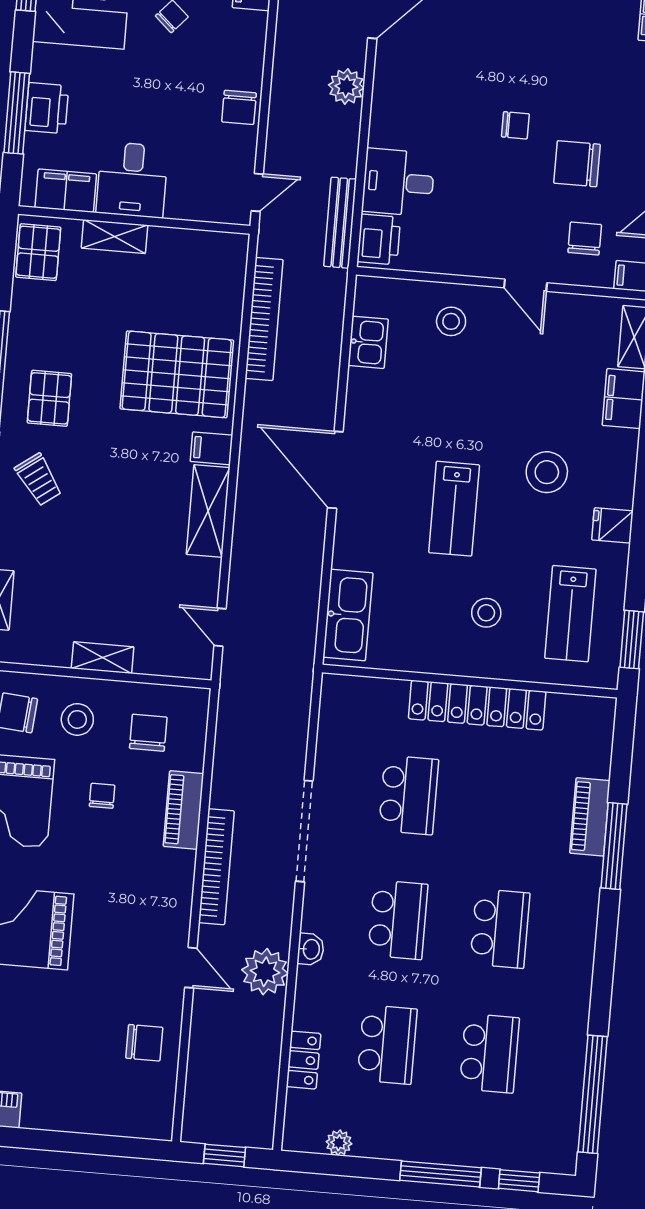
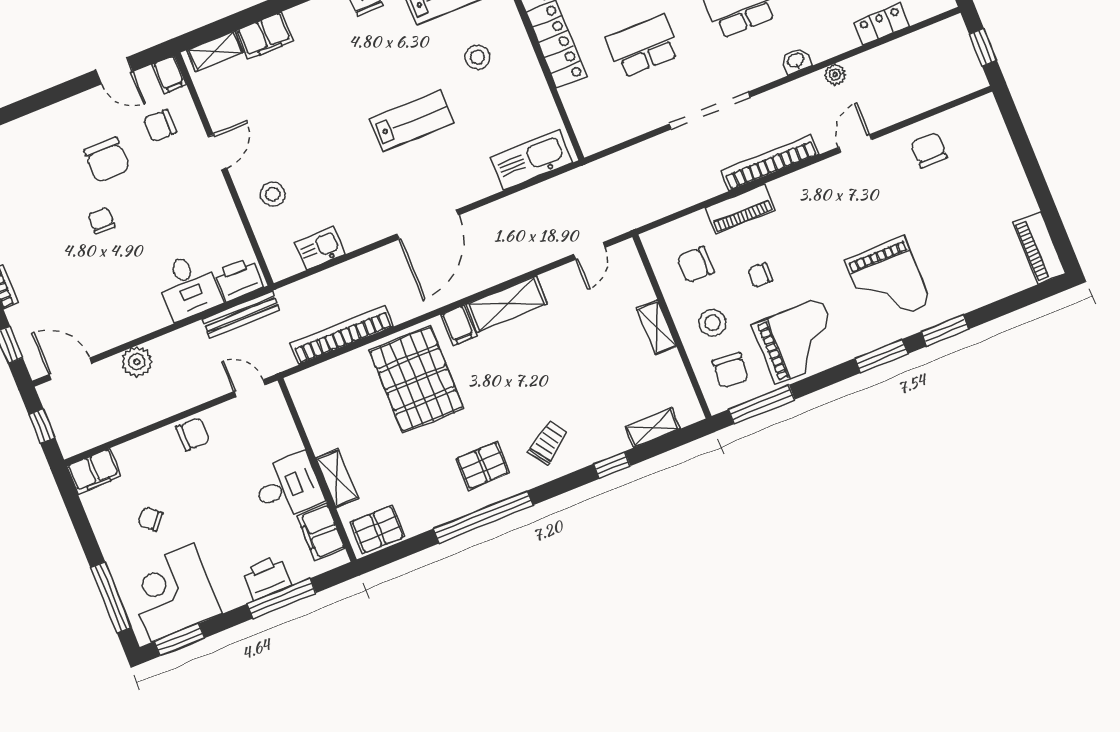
stool: (547, 472) -> (349, 65), removed
plant: (265, 972) -> (835, 75), width x0.53, depth x0.53

